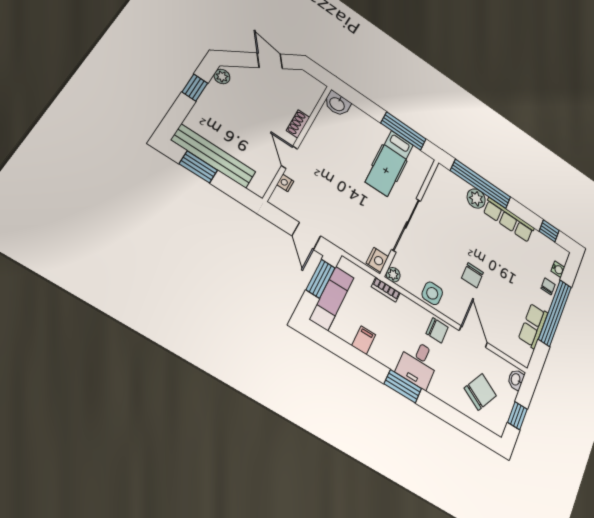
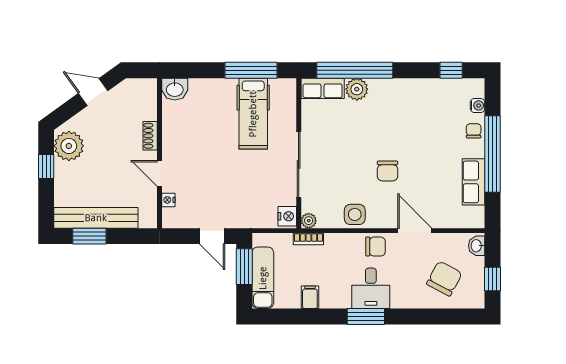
plant: (222, 77) -> (69, 146), width x1.87, depth x1.87
row of seats: (509, 220) -> (323, 88), moved, width x0.68

